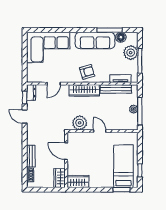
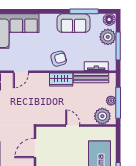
floor lamp: (121, 37) -> (109, 20), moved
sofa: (95, 40) -> (73, 23), width x0.73
wardrobe: (84, 90) -> (61, 80), width x0.67
plant: (80, 123) -> (102, 116), moved
door: (66, 151) -> (35, 148), hinge flipped

